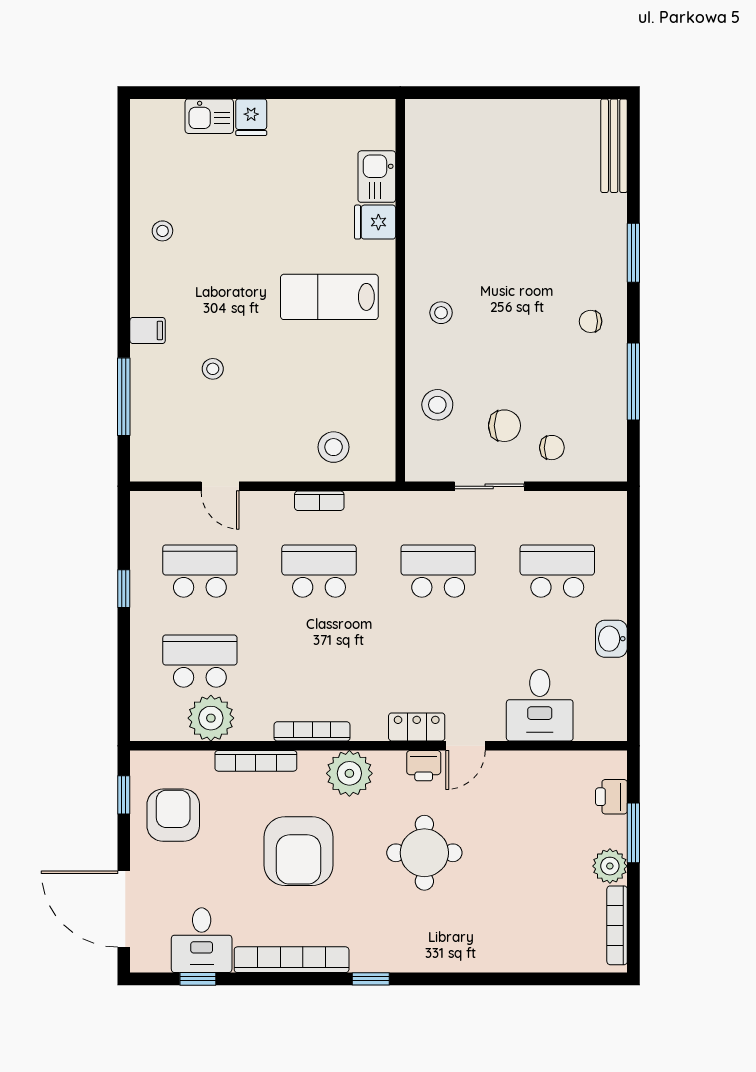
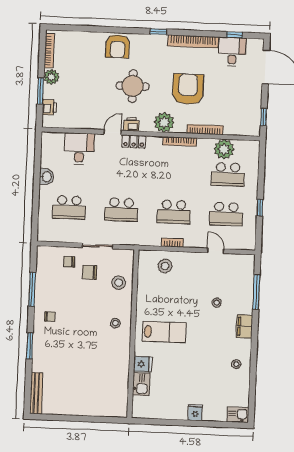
kitchen sink: (209, 116) -> (238, 415), moved
filing cabinet: (148, 331) -> (244, 326), width x2.00
armchair: (173, 815) -> (118, 46), moved

